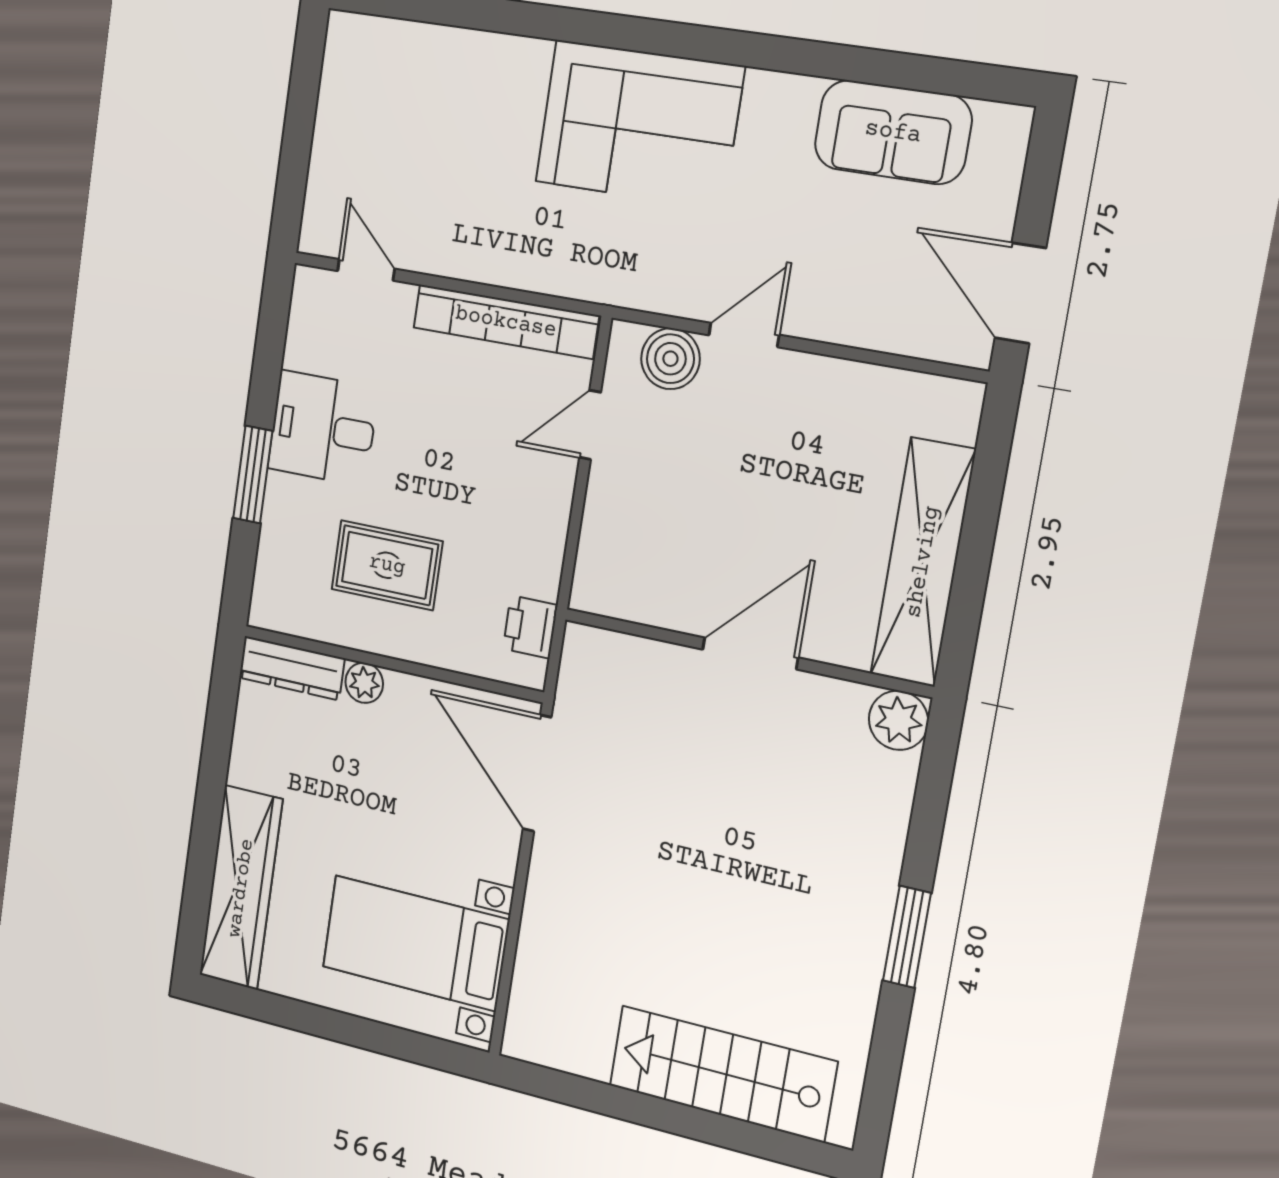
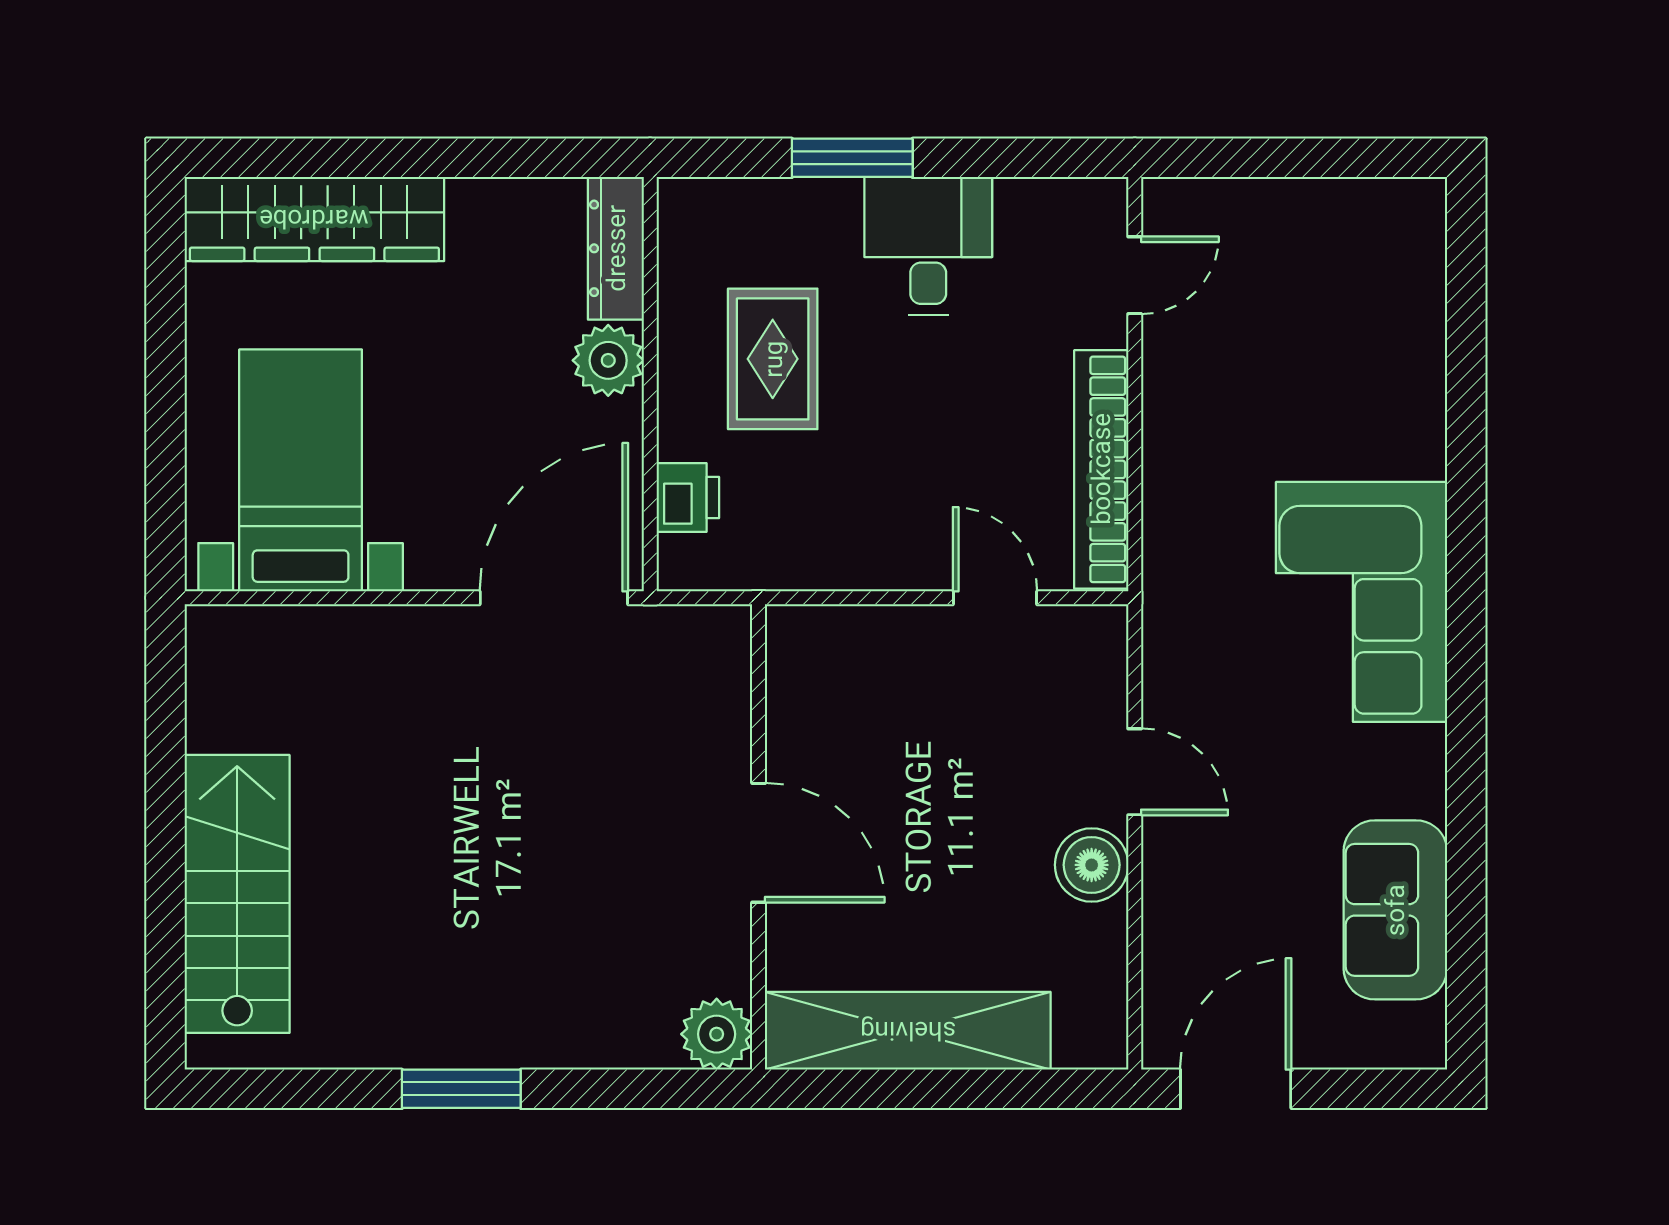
boiler: (670, 359) -> (1092, 865), moved
printer: (530, 627) -> (688, 498), moved, turned 90
plant: (364, 683) -> (608, 360), width x1.38, depth x1.38

